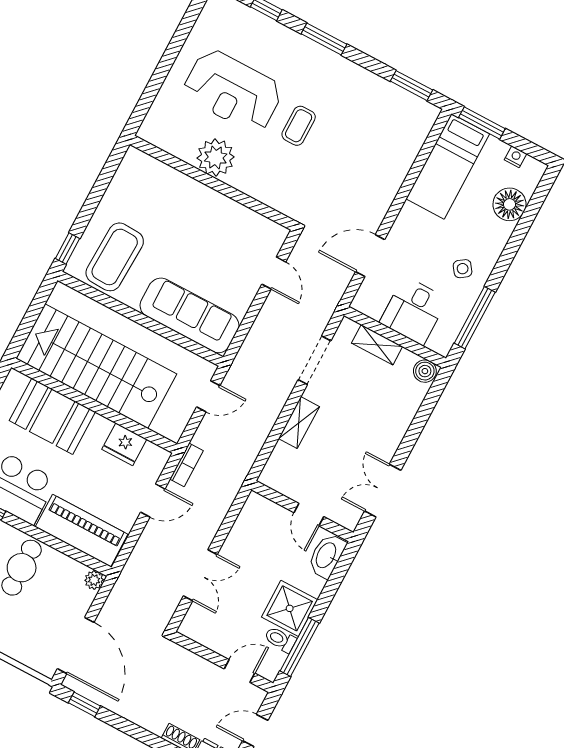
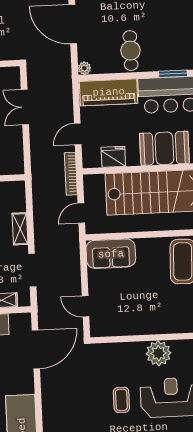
door: (370, 256) -> (36, 349), width x1.36
sofa: (189, 315) -> (111, 254), width x0.73
bookcase: (186, 465) -> (71, 174), width x1.56

